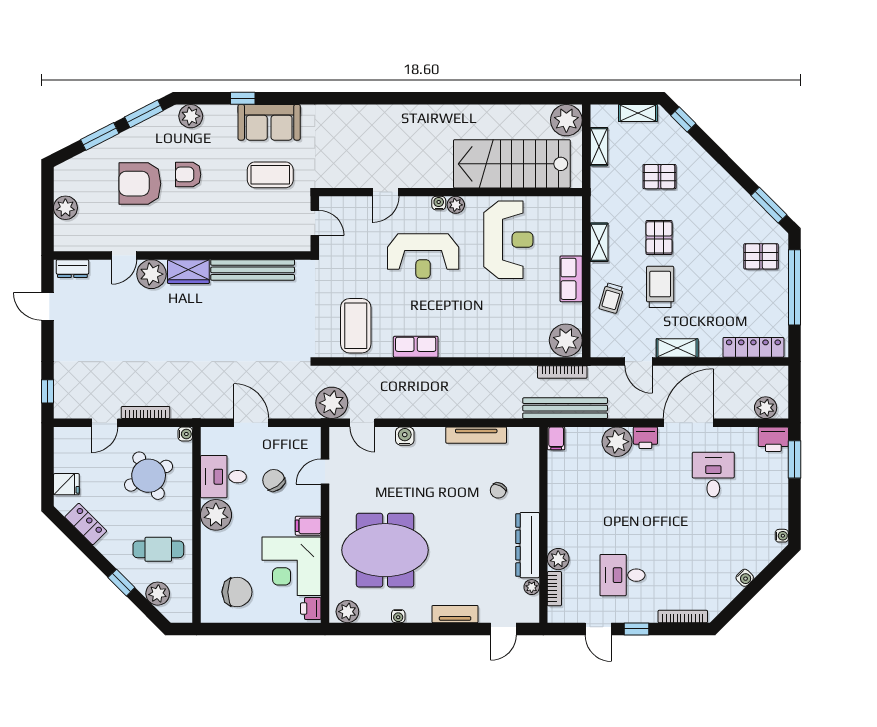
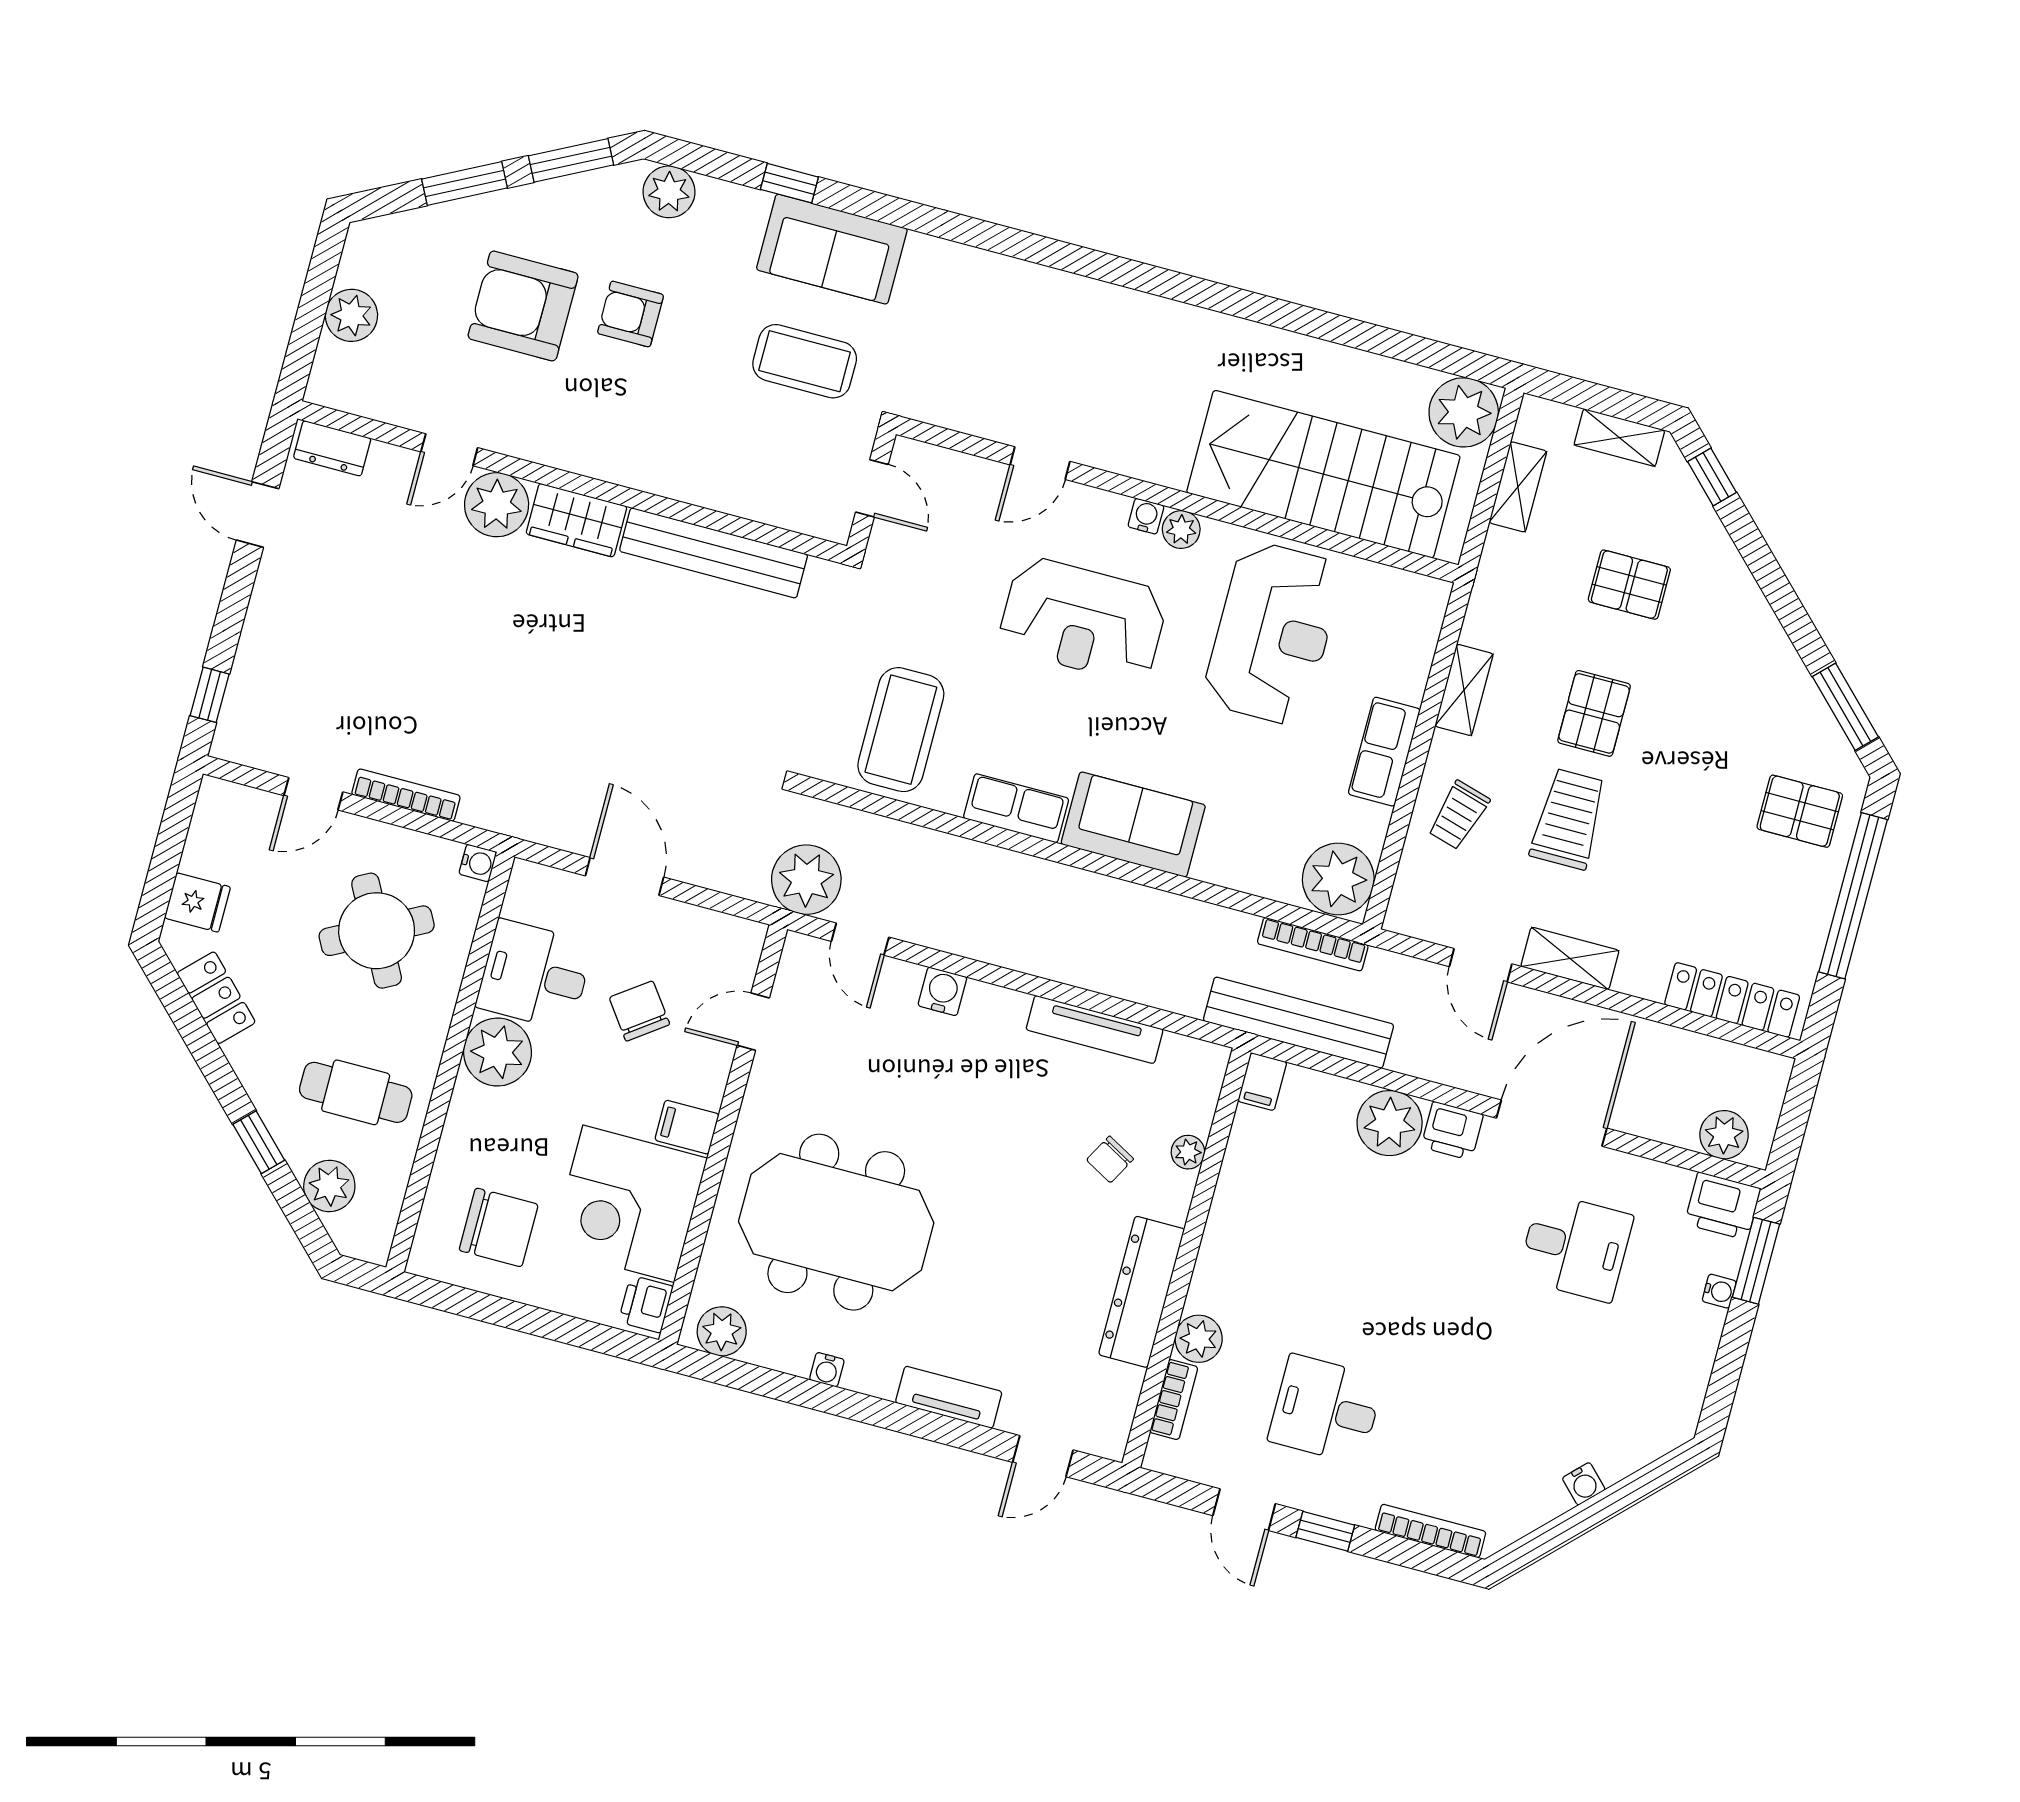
sofa: (469, 340) -> (1133, 825), added
desk: (713, 475) -> (1575, 1247), turned 90
water cooler: (782, 536) -> (1719, 1291), moved
plant: (532, 587) -> (1188, 1152), moved

